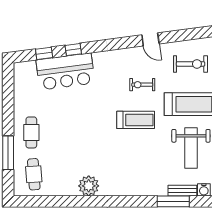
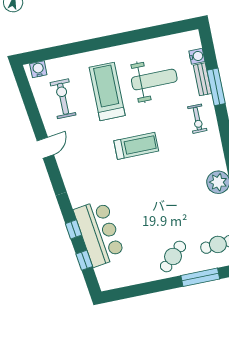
exercise bike: (142, 85) -> (197, 119), moved
treadmill: (136, 120) -> (136, 146), turned 90
cafe table: (31, 132) -> (173, 256), turned -44

